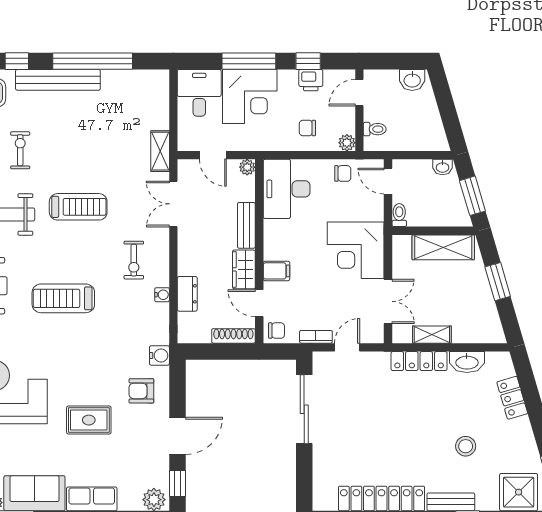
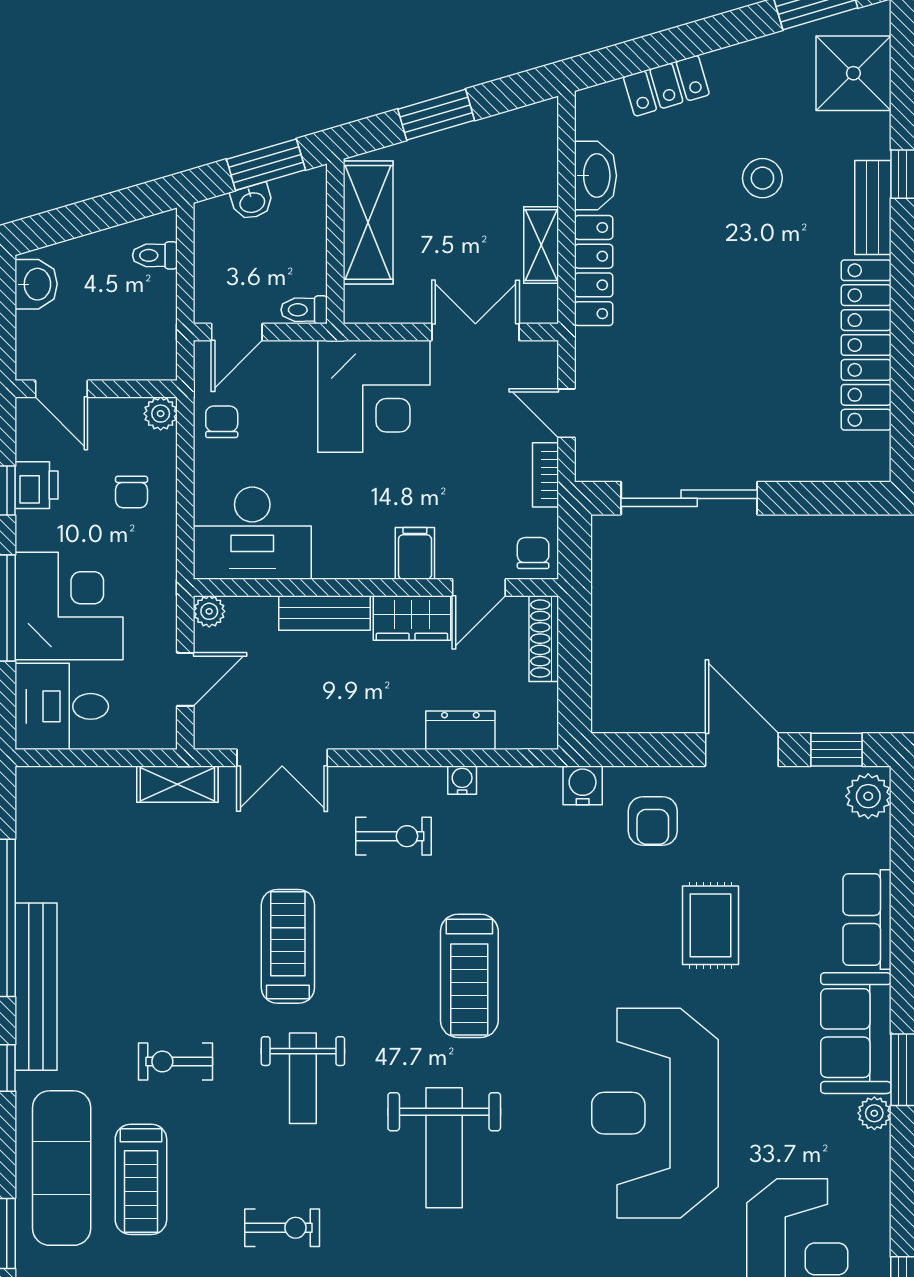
toilet: (375, 129) -> (155, 255), moved, turned -90
washbasin: (443, 167) -> (252, 202), moved, turned 74

